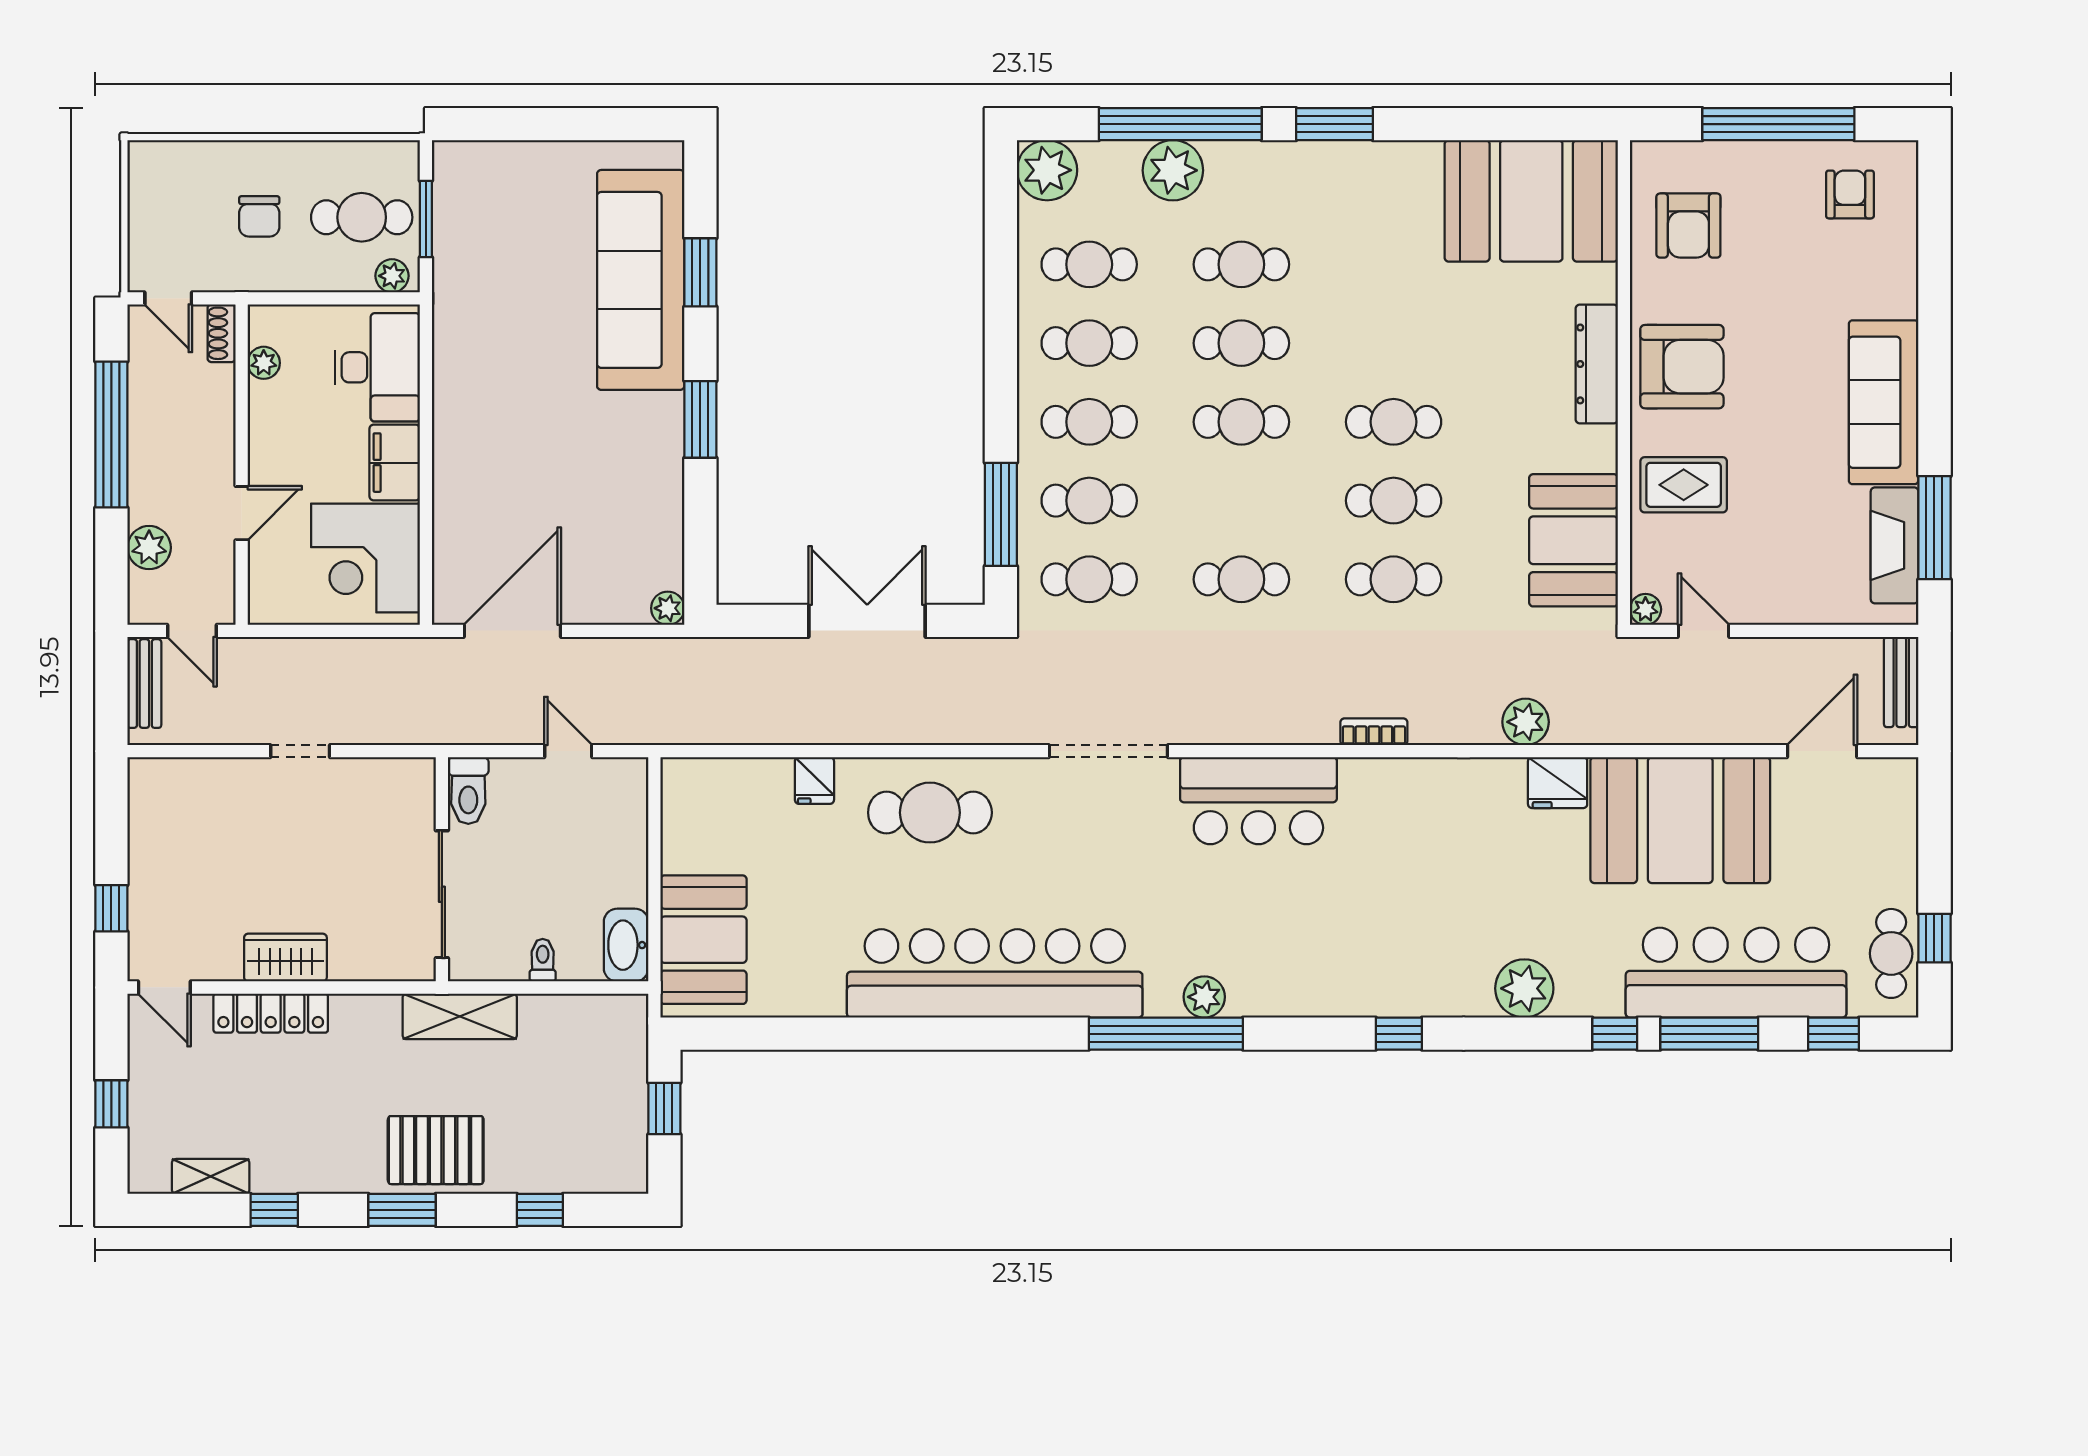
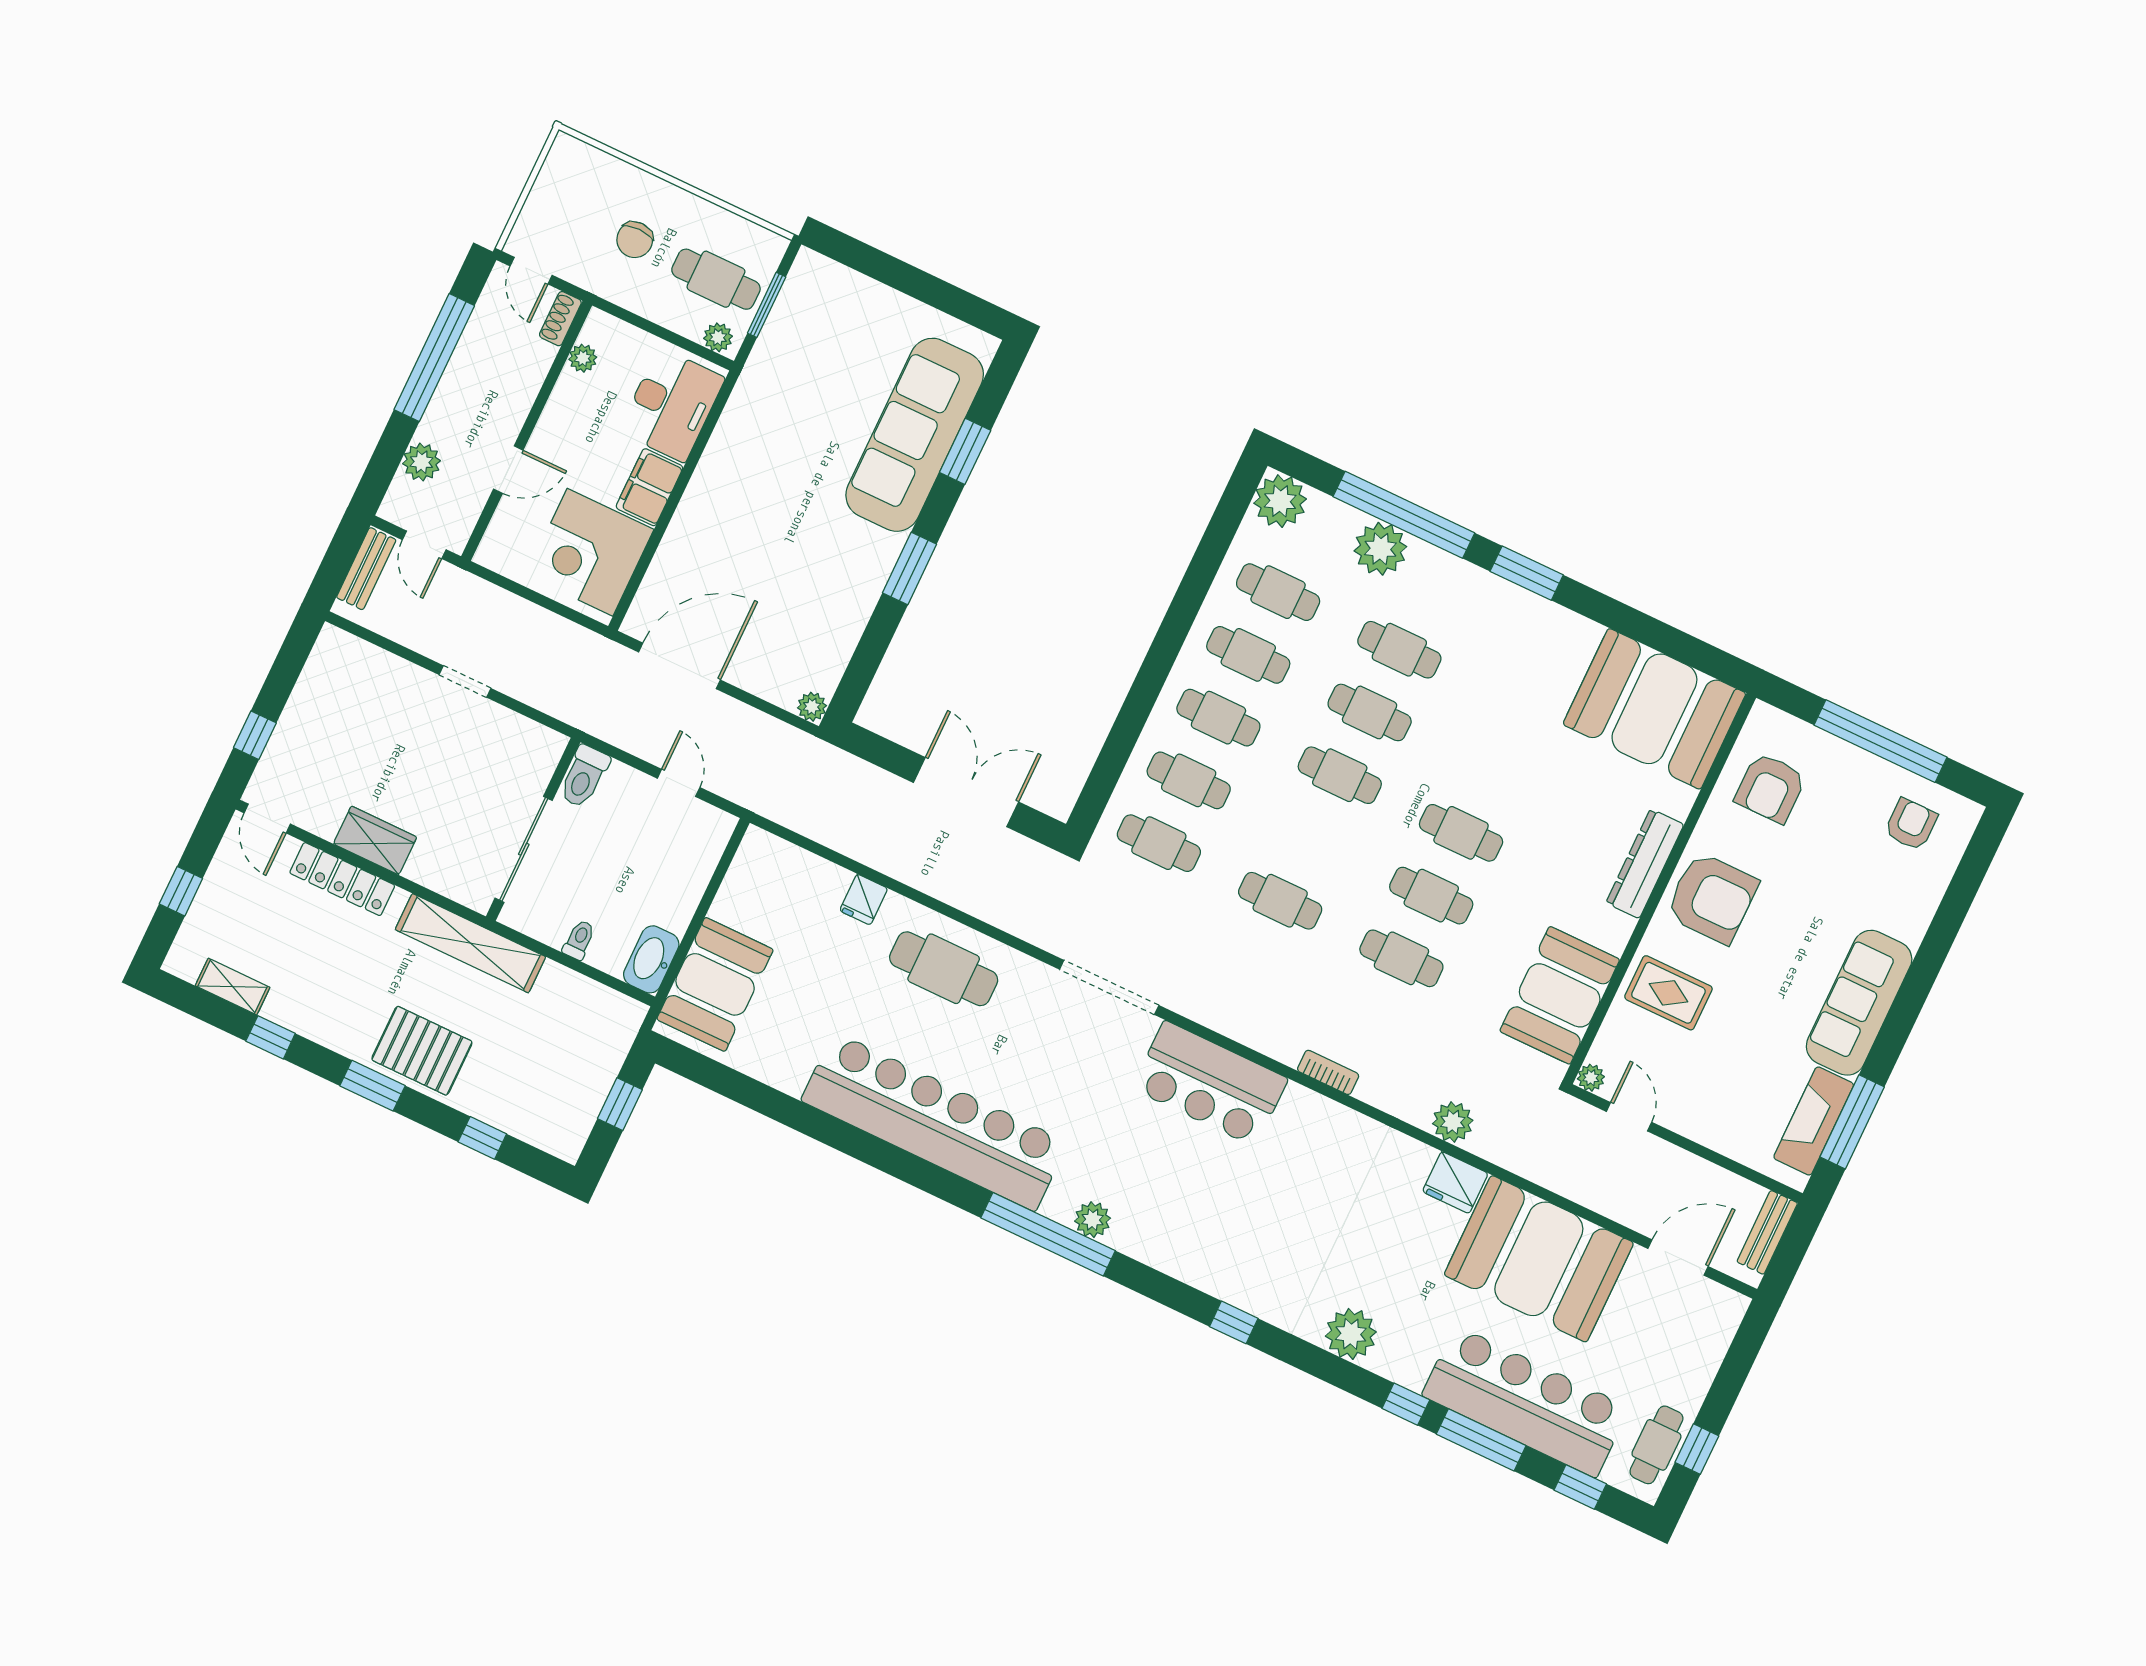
window: (1001, 514) -> (1113, 758), removed
shelving: (460, 1016) -> (470, 943), width x1.47

